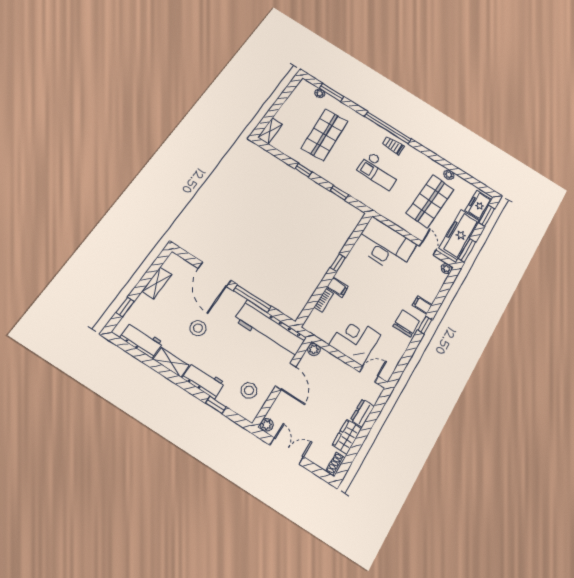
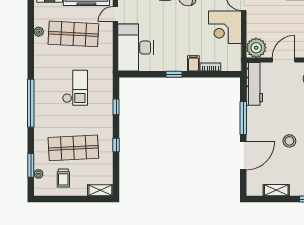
trolley: (393, 145) -> (63, 178), moved
workbench: (270, 329) -> (254, 84), width x0.73, depth x0.76
plant: (314, 349) -> (256, 48), width x1.88, depth x1.88

